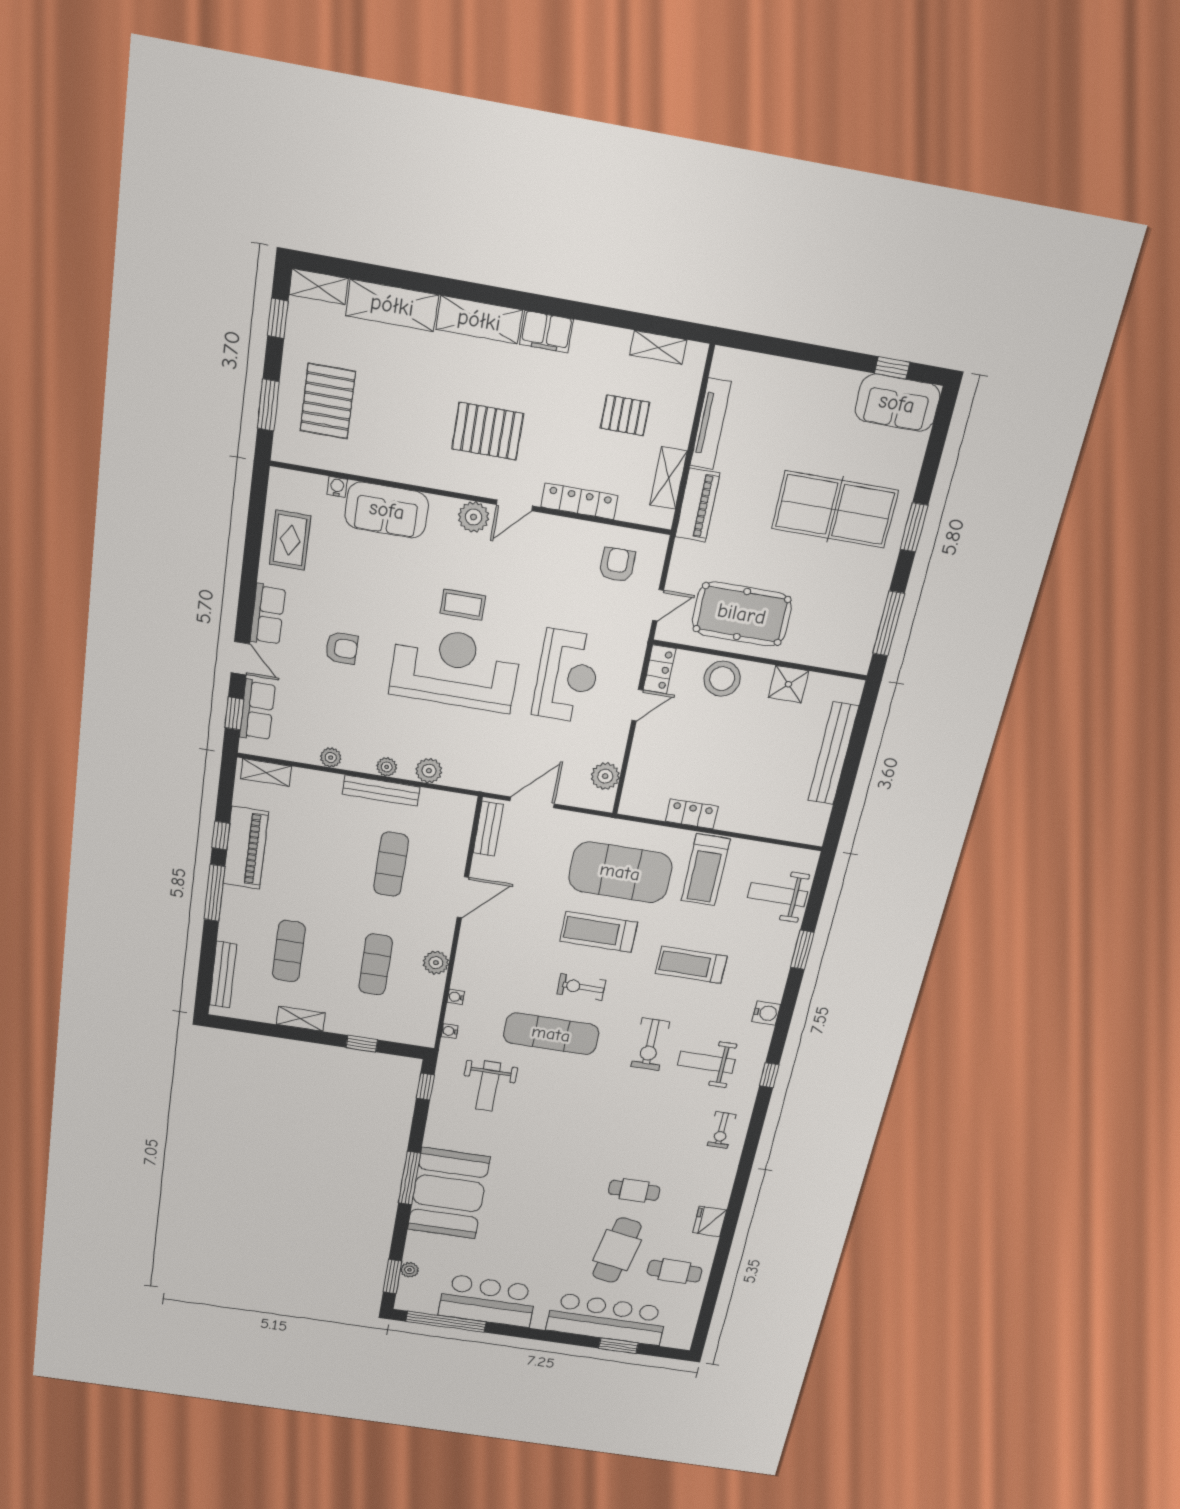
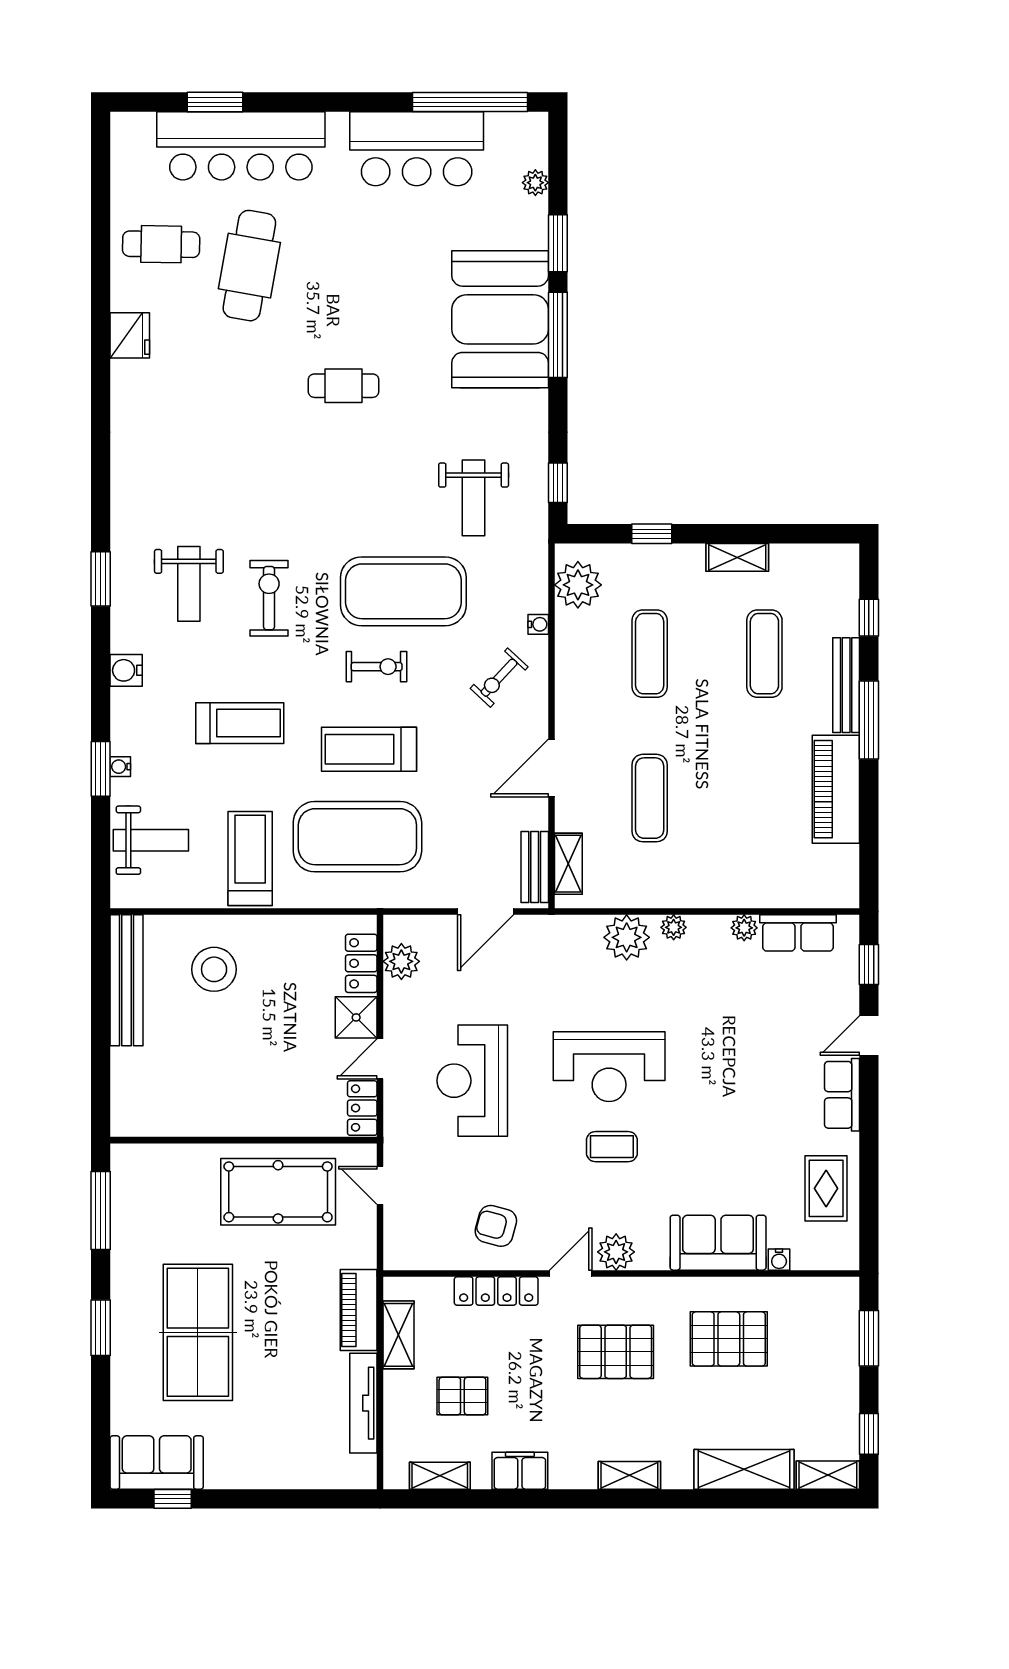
shelving: (479, 320) -> (629, 1475), width x0.67, depth x0.75
filing cabinet: (546, 332) -> (520, 1471), moved
pallet: (328, 401) -> (729, 1339), moved, turned 90
table tennis table: (835, 510) -> (198, 1332), turned 90
armchair: (617, 565) -> (496, 1226), moved, turned 105
door: (658, 605) -> (380, 1185), hinge flipped
armchair: (342, 648) -> (749, 1069), removed
door: (240, 658) -> (869, 1036), hinge flipped
reception desk: (455, 669) -> (609, 1067), width x0.74, depth x0.77
stool: (722, 679) -> (214, 969), moved
shower: (788, 684) -> (356, 1017), moved
row of seats: (257, 710) -> (798, 933), moved, turned -90
bench: (833, 754) -> (127, 980), moved
plant: (429, 771) -> (627, 937), width x1.36, depth x1.36
shelving: (266, 772) -> (568, 864), moved, turned 90
bench: (381, 791) -> (676, 895), removed
locker: (692, 814) -> (361, 963), moved, turned 90
window: (221, 836) -> (869, 618), moved
treadmill: (599, 932) -> (369, 749), turned 180
plant: (436, 963) -> (578, 585), moved, width x1.36, depth x1.36
bench: (223, 975) -> (846, 685), moved
water cooler: (450, 1031) -> (120, 767), moved, turned 180
exercise mat: (551, 1034) -> (403, 591), width x1.47
weight bench: (706, 1062) -> (189, 584), turned 90
window: (769, 1075) -> (101, 579), width x1.50
weight bench: (488, 1086) -> (474, 498), turned 180
exercise bike: (722, 1130) -> (499, 678), moved, turned -137
cafe table: (634, 1190) -> (343, 386), moved
window: (392, 1277) -> (558, 243), moved

